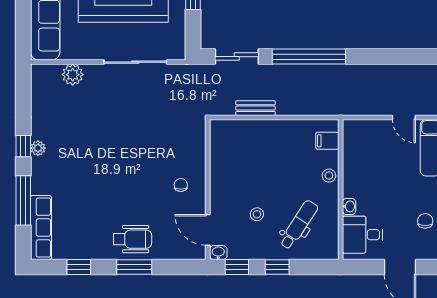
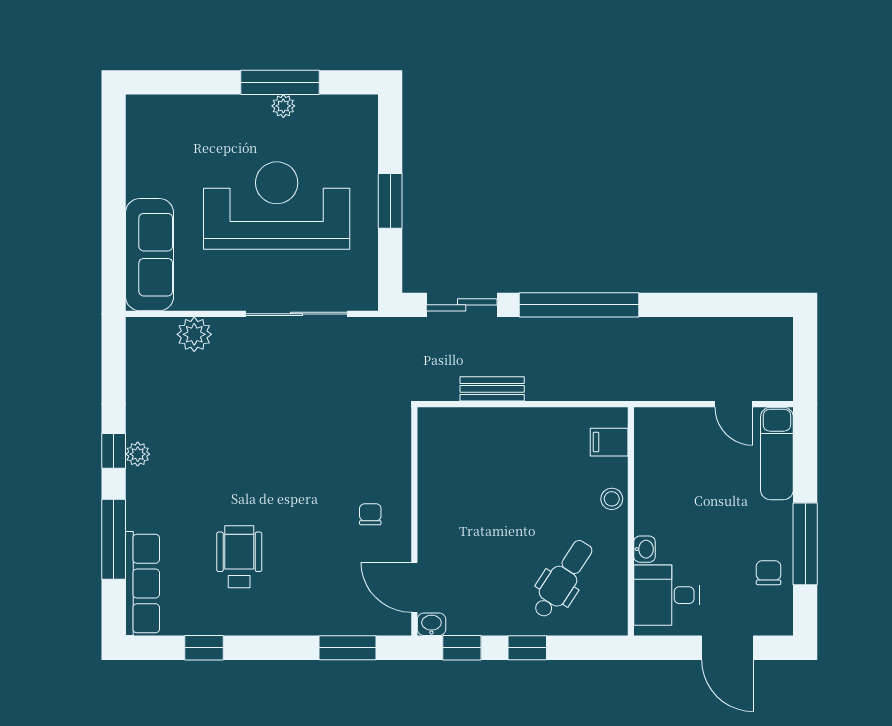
stool: (257, 214) -> (494, 562), removed
wheelchair: (133, 239) -> (239, 557), moved, turned -90
window: (134, 267) -> (347, 648), moved

